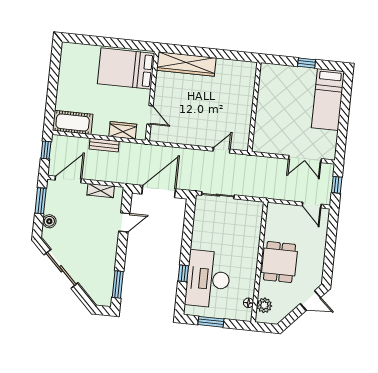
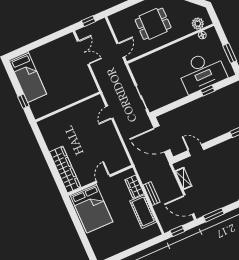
window: (307, 63) -> (23, 101), moved
bed: (328, 100) -> (28, 77), moved, turned 90
door: (150, 115) -> (103, 179), moved
cot: (73, 122) -> (143, 212), moved
door: (222, 150) -> (110, 112), hinge flipped
door: (312, 205) -> (121, 50), moved
boiler: (49, 221) -> (224, 201), removed
dining table: (279, 262) -> (153, 24), moved

